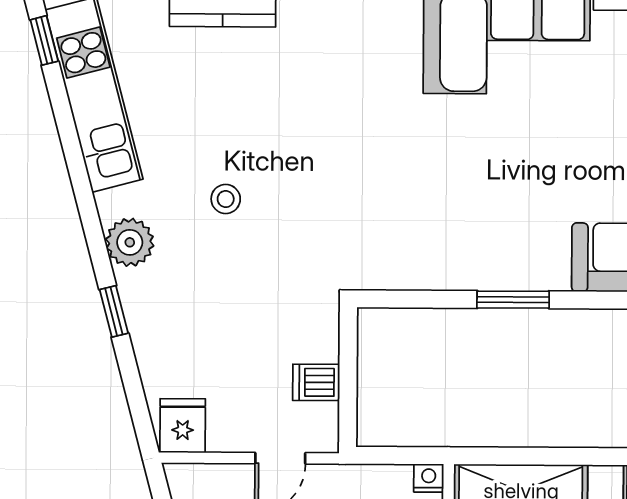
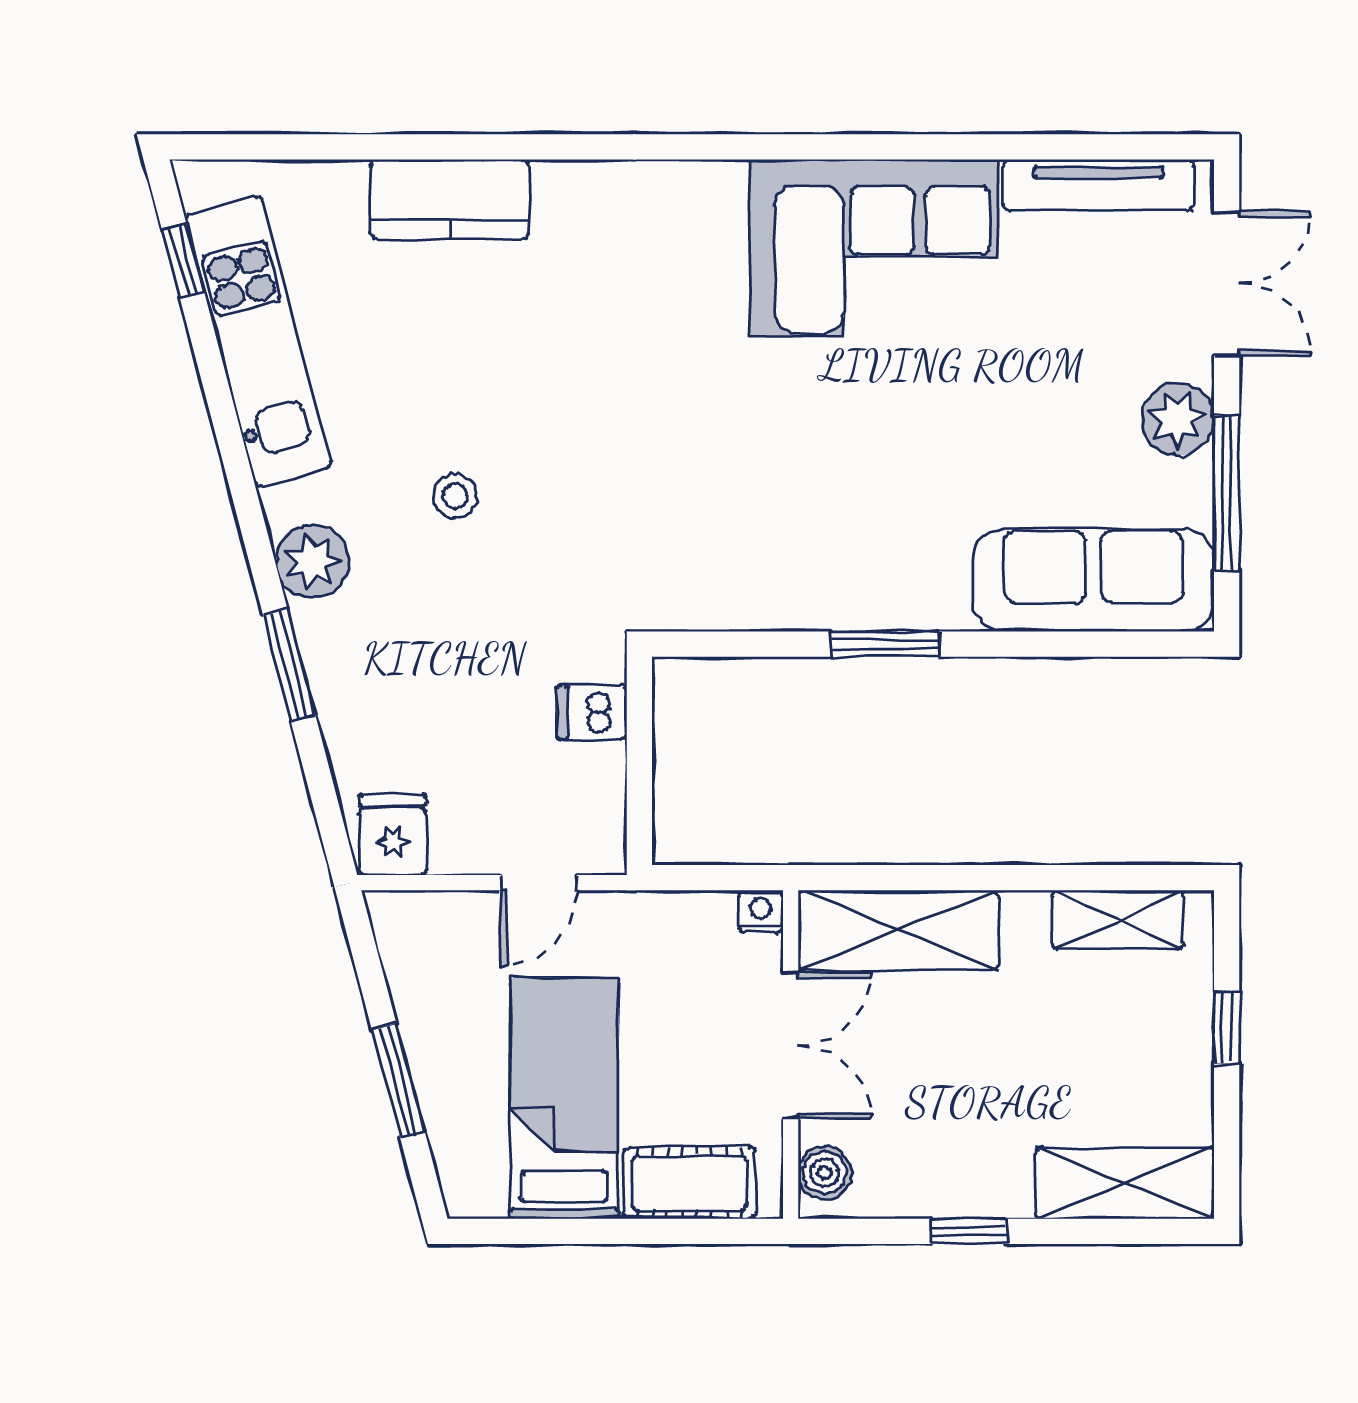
window: (114, 311) -> (289, 665), width x1.50
dishwasher: (316, 382) -> (592, 712), moved

